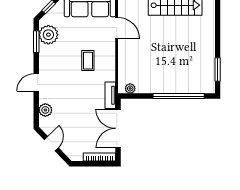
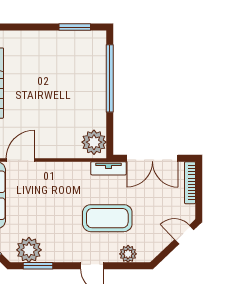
coffee table: (88, 61) -> (107, 218), moved, width x1.86, depth x1.72
plant: (130, 88) -> (94, 142), width x1.88, depth x1.88
door: (51, 144) -> (184, 235), moved

